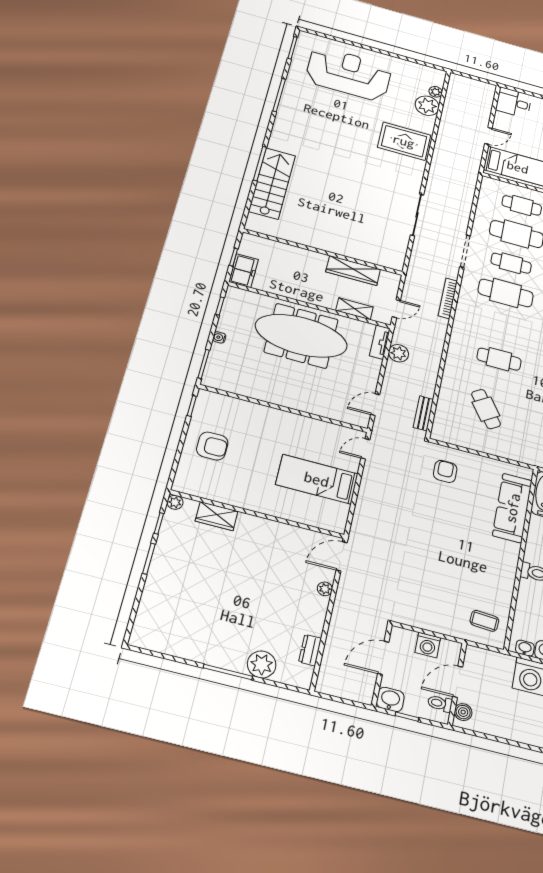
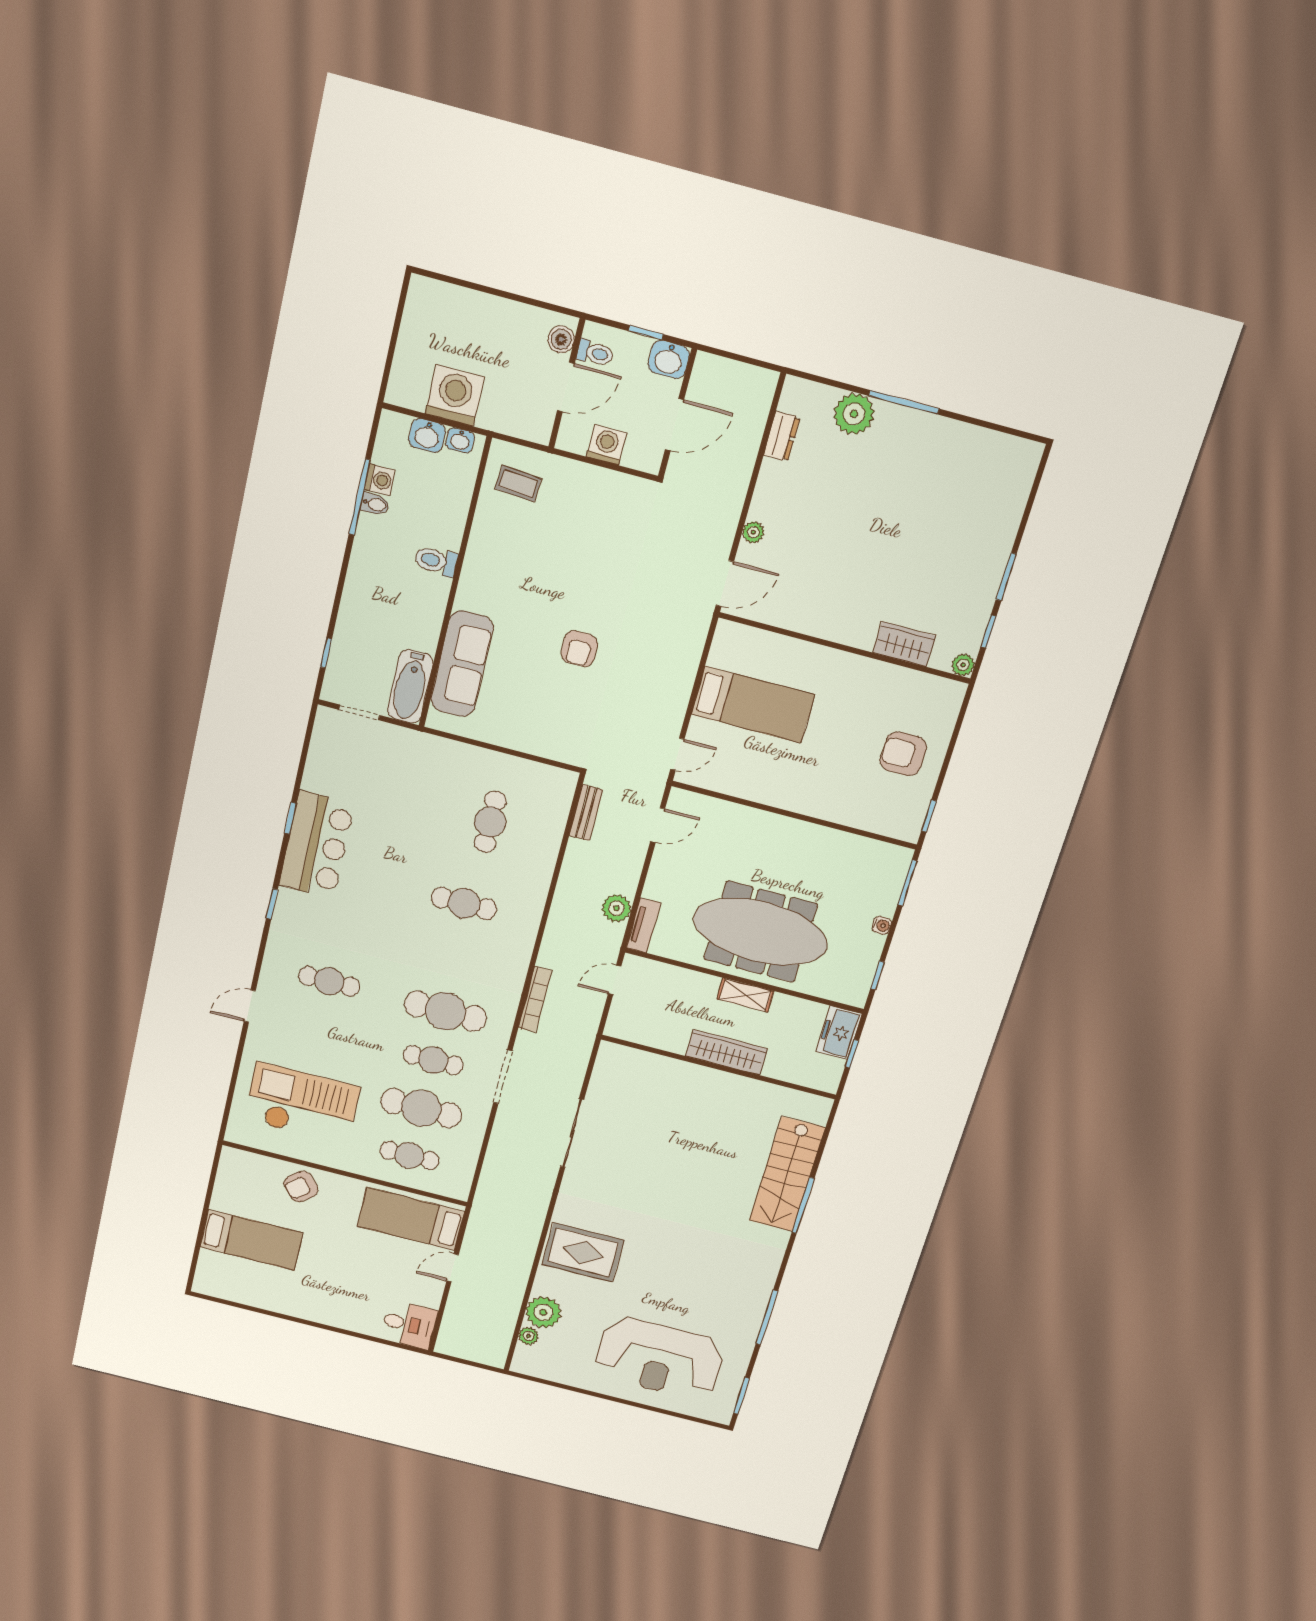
wardrobe: (353, 270) -> (726, 1052), moved
shelving: (354, 309) -> (745, 995), moved
cafe table: (486, 409) -> (490, 822), turned 34
armchair: (445, 471) -> (579, 649), moved

